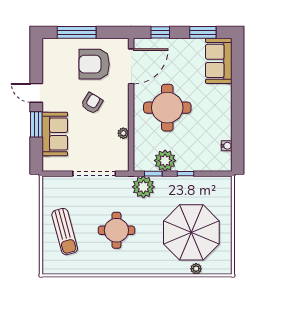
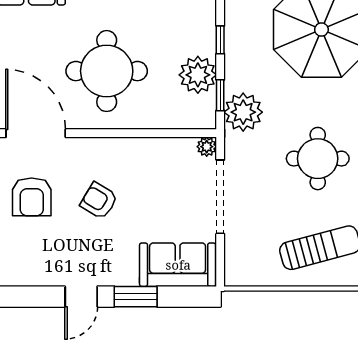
armchair: (94, 64) -> (32, 197), width x0.73, depth x0.73
plant: (123, 133) -> (207, 147), moved
sofa: (55, 134) -> (178, 265), moved

